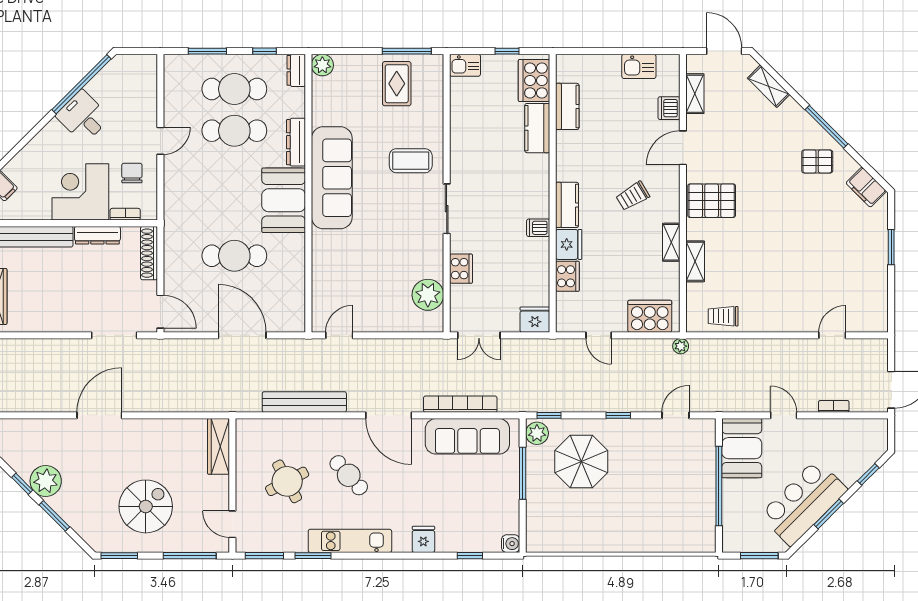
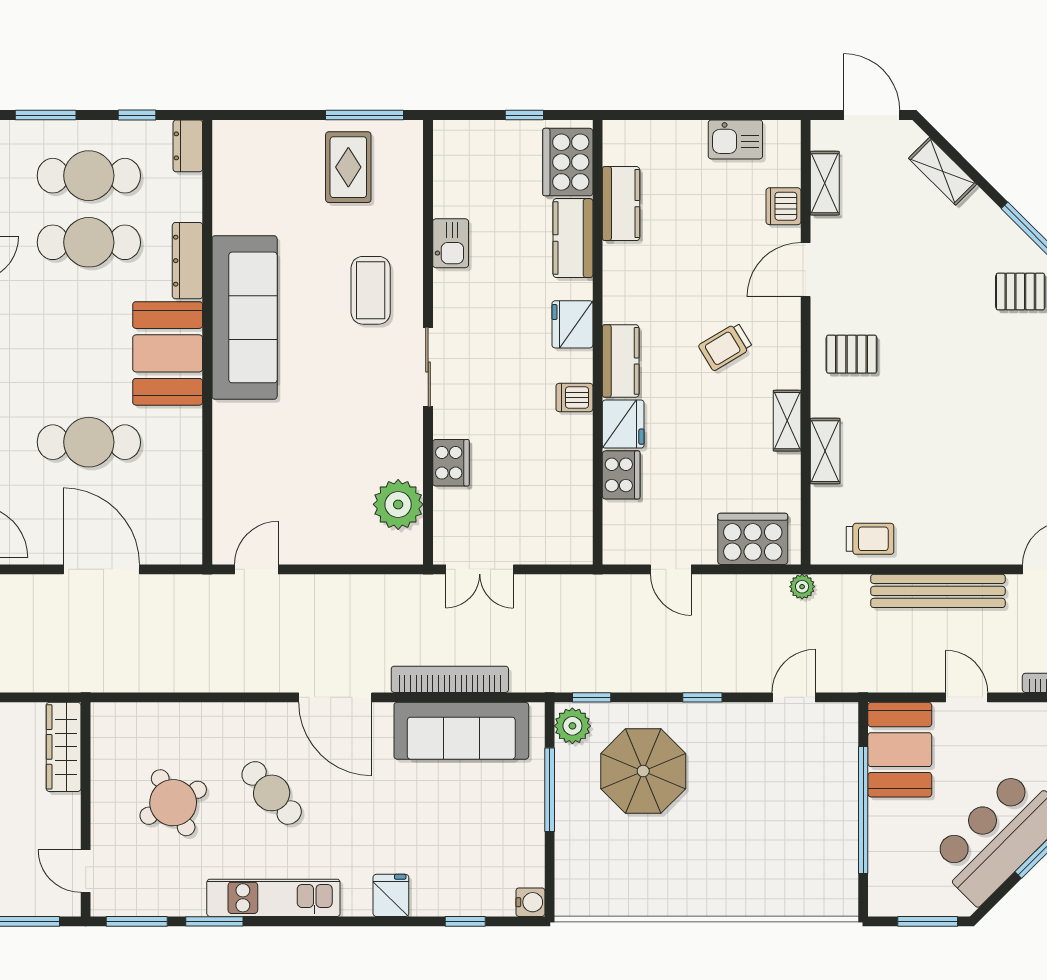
plant: (322, 65) -> (230, 137), removed
kitchen sink: (465, 65) -> (451, 243), moved, turned -90
coffee table: (411, 161) -> (371, 290), turned 90
pallet: (712, 201) -> (852, 354), width x0.67, depth x0.71
trolley: (723, 316) -> (870, 539), turned 180
fridge: (535, 320) -> (572, 324), moved, turned -90
bench: (304, 402) -> (938, 591), moved

